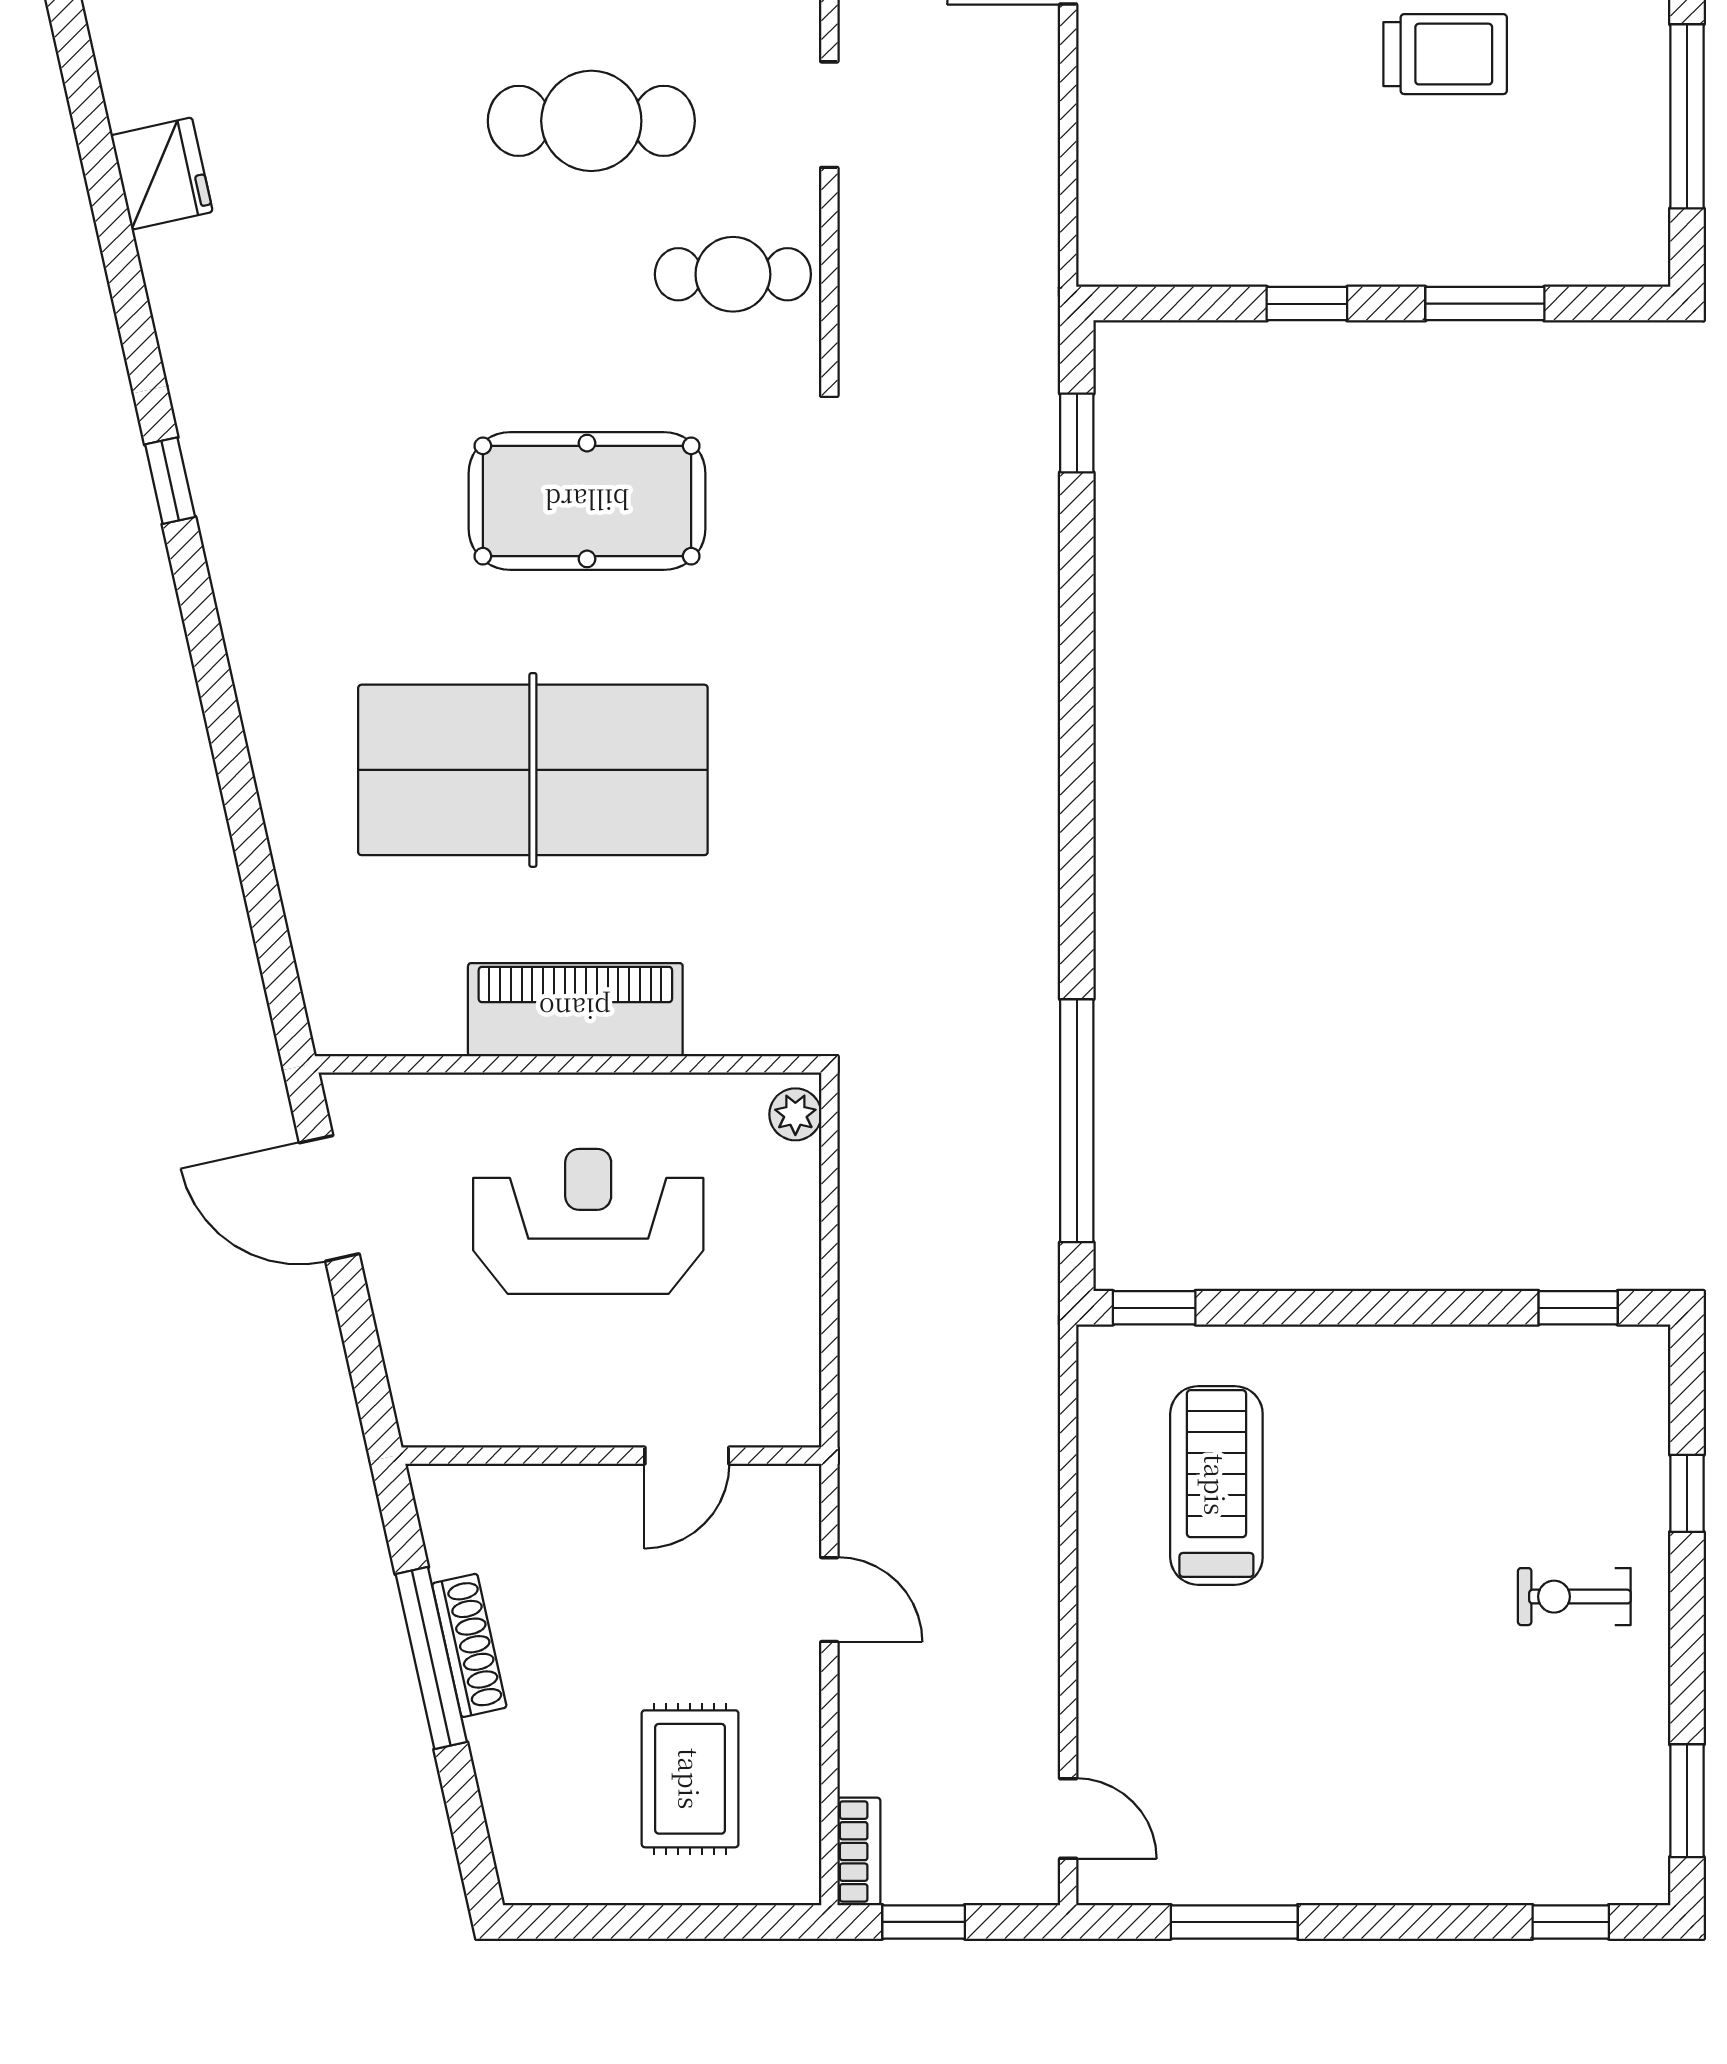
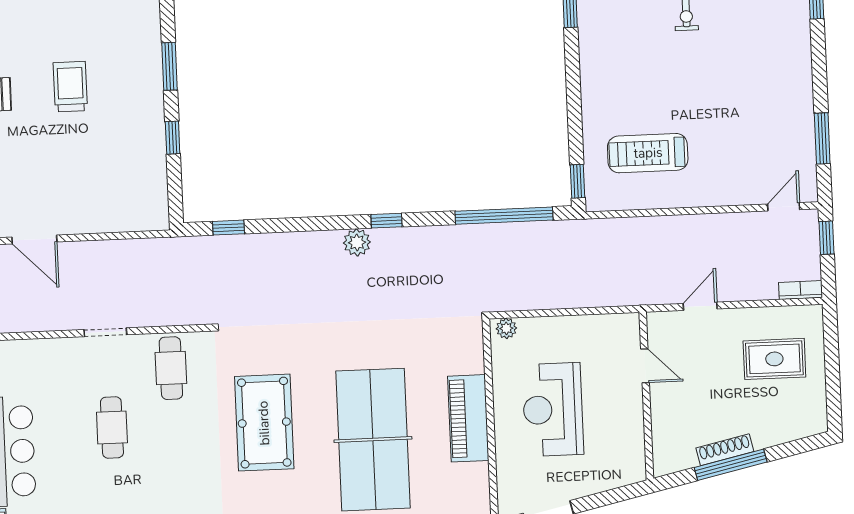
cafe table: (591, 121) -> (112, 427), width x0.73, depth x0.74
plant: (1026, 751) -> (357, 242), added
window: (1077, 827) -> (386, 221), added
window: (924, 1922) -> (827, 238), moved

